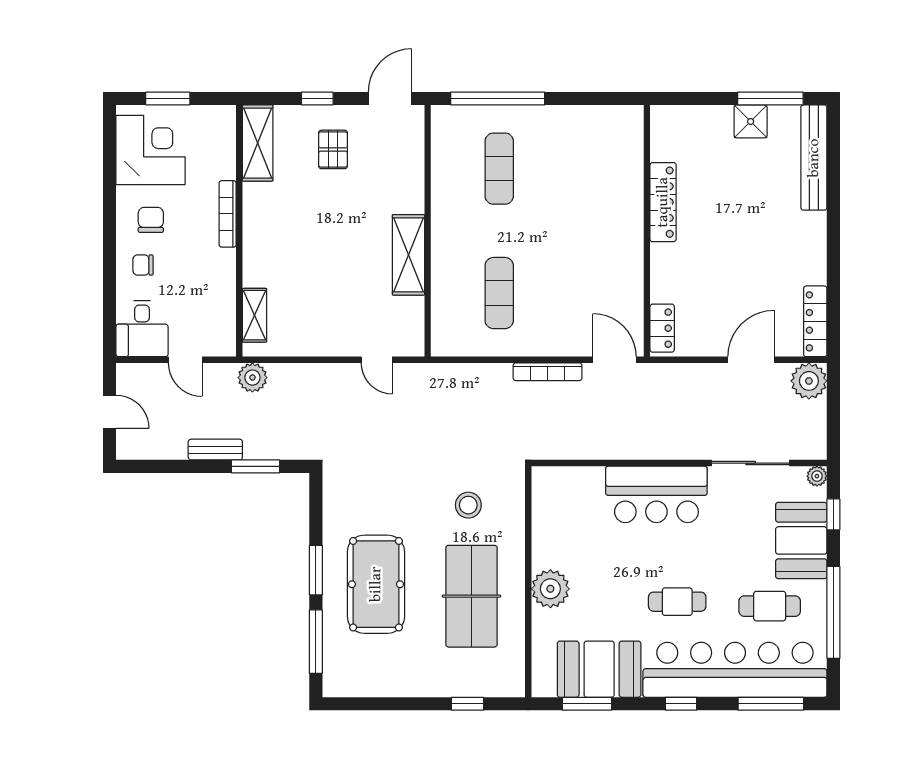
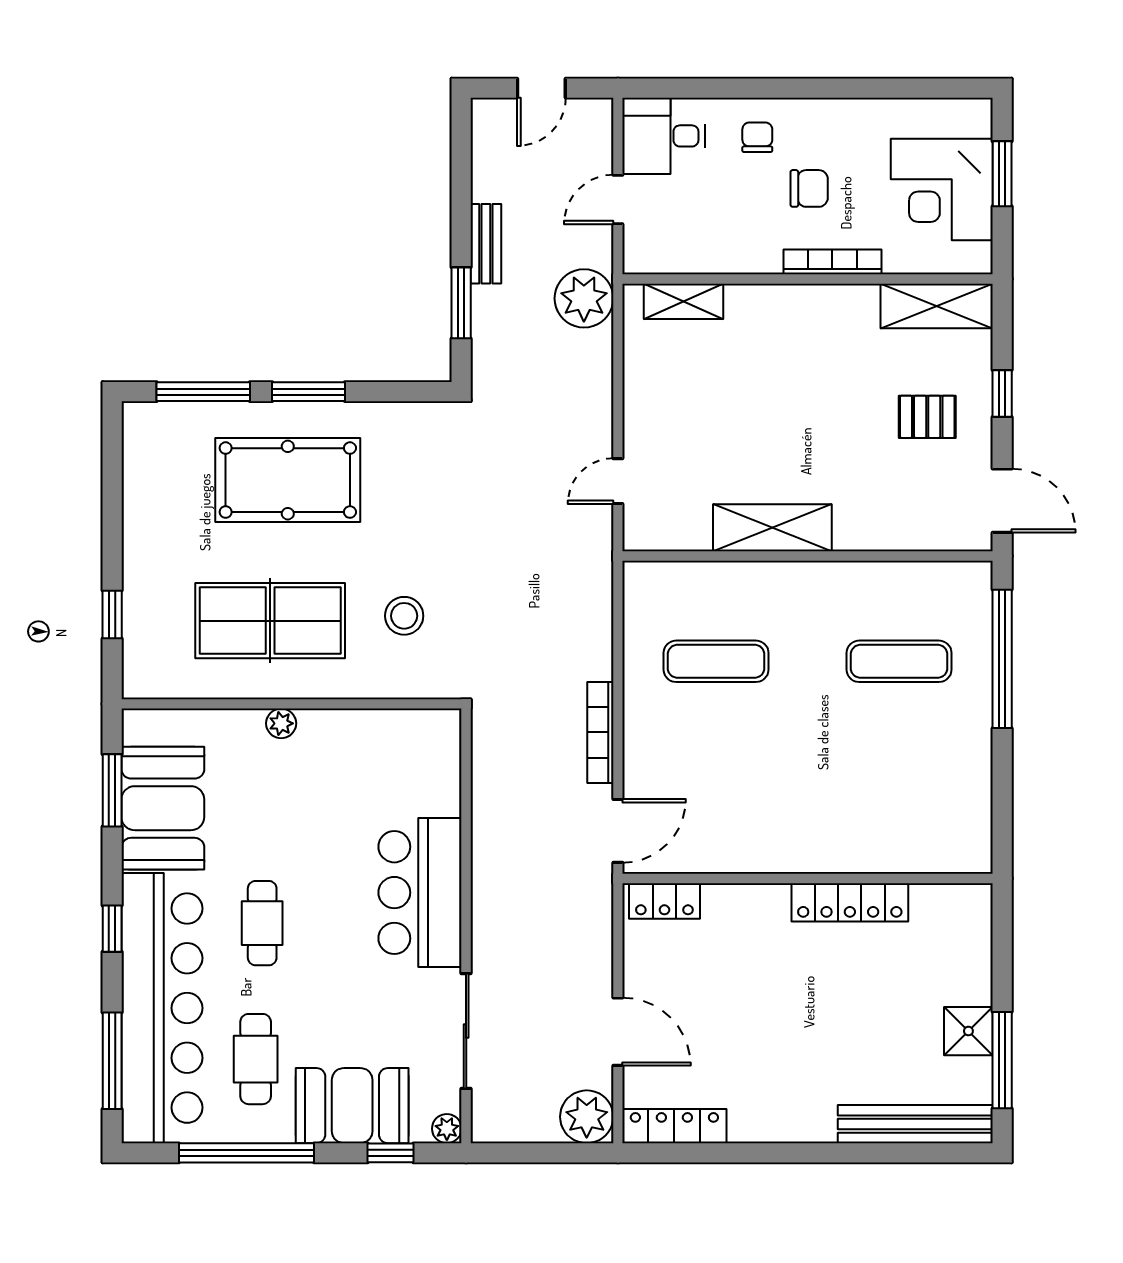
corner desk: (151, 150) -> (942, 189), moved, turned 90
chair: (151, 220) -> (809, 188), moved
plant: (252, 378) -> (584, 298), width x1.36, depth x1.36
plant: (550, 589) -> (281, 723), width x0.53, depth x0.53

